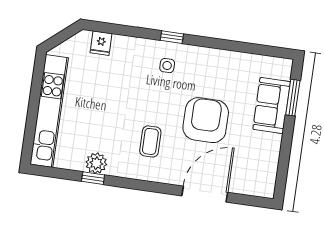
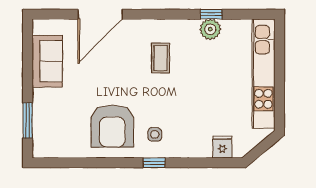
sofa: (272, 105) -> (47, 61), moved
armchair: (206, 120) -> (112, 126), moved

